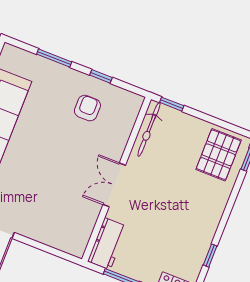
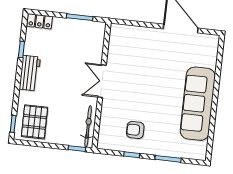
armchair: (87, 108) -> (135, 130), turned 90
double door: (114, 185) -> (102, 81), swing flipped
workbench: (107, 244) -> (30, 73), moved, turned 180

